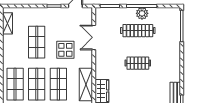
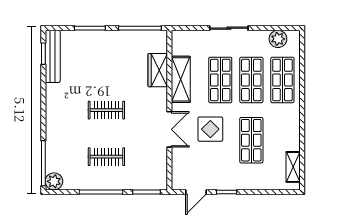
plant: (142, 13) -> (54, 181), moved
clothes rail: (138, 31) -> (106, 157), width x0.73
double door: (94, 37) -> (169, 129), moved

